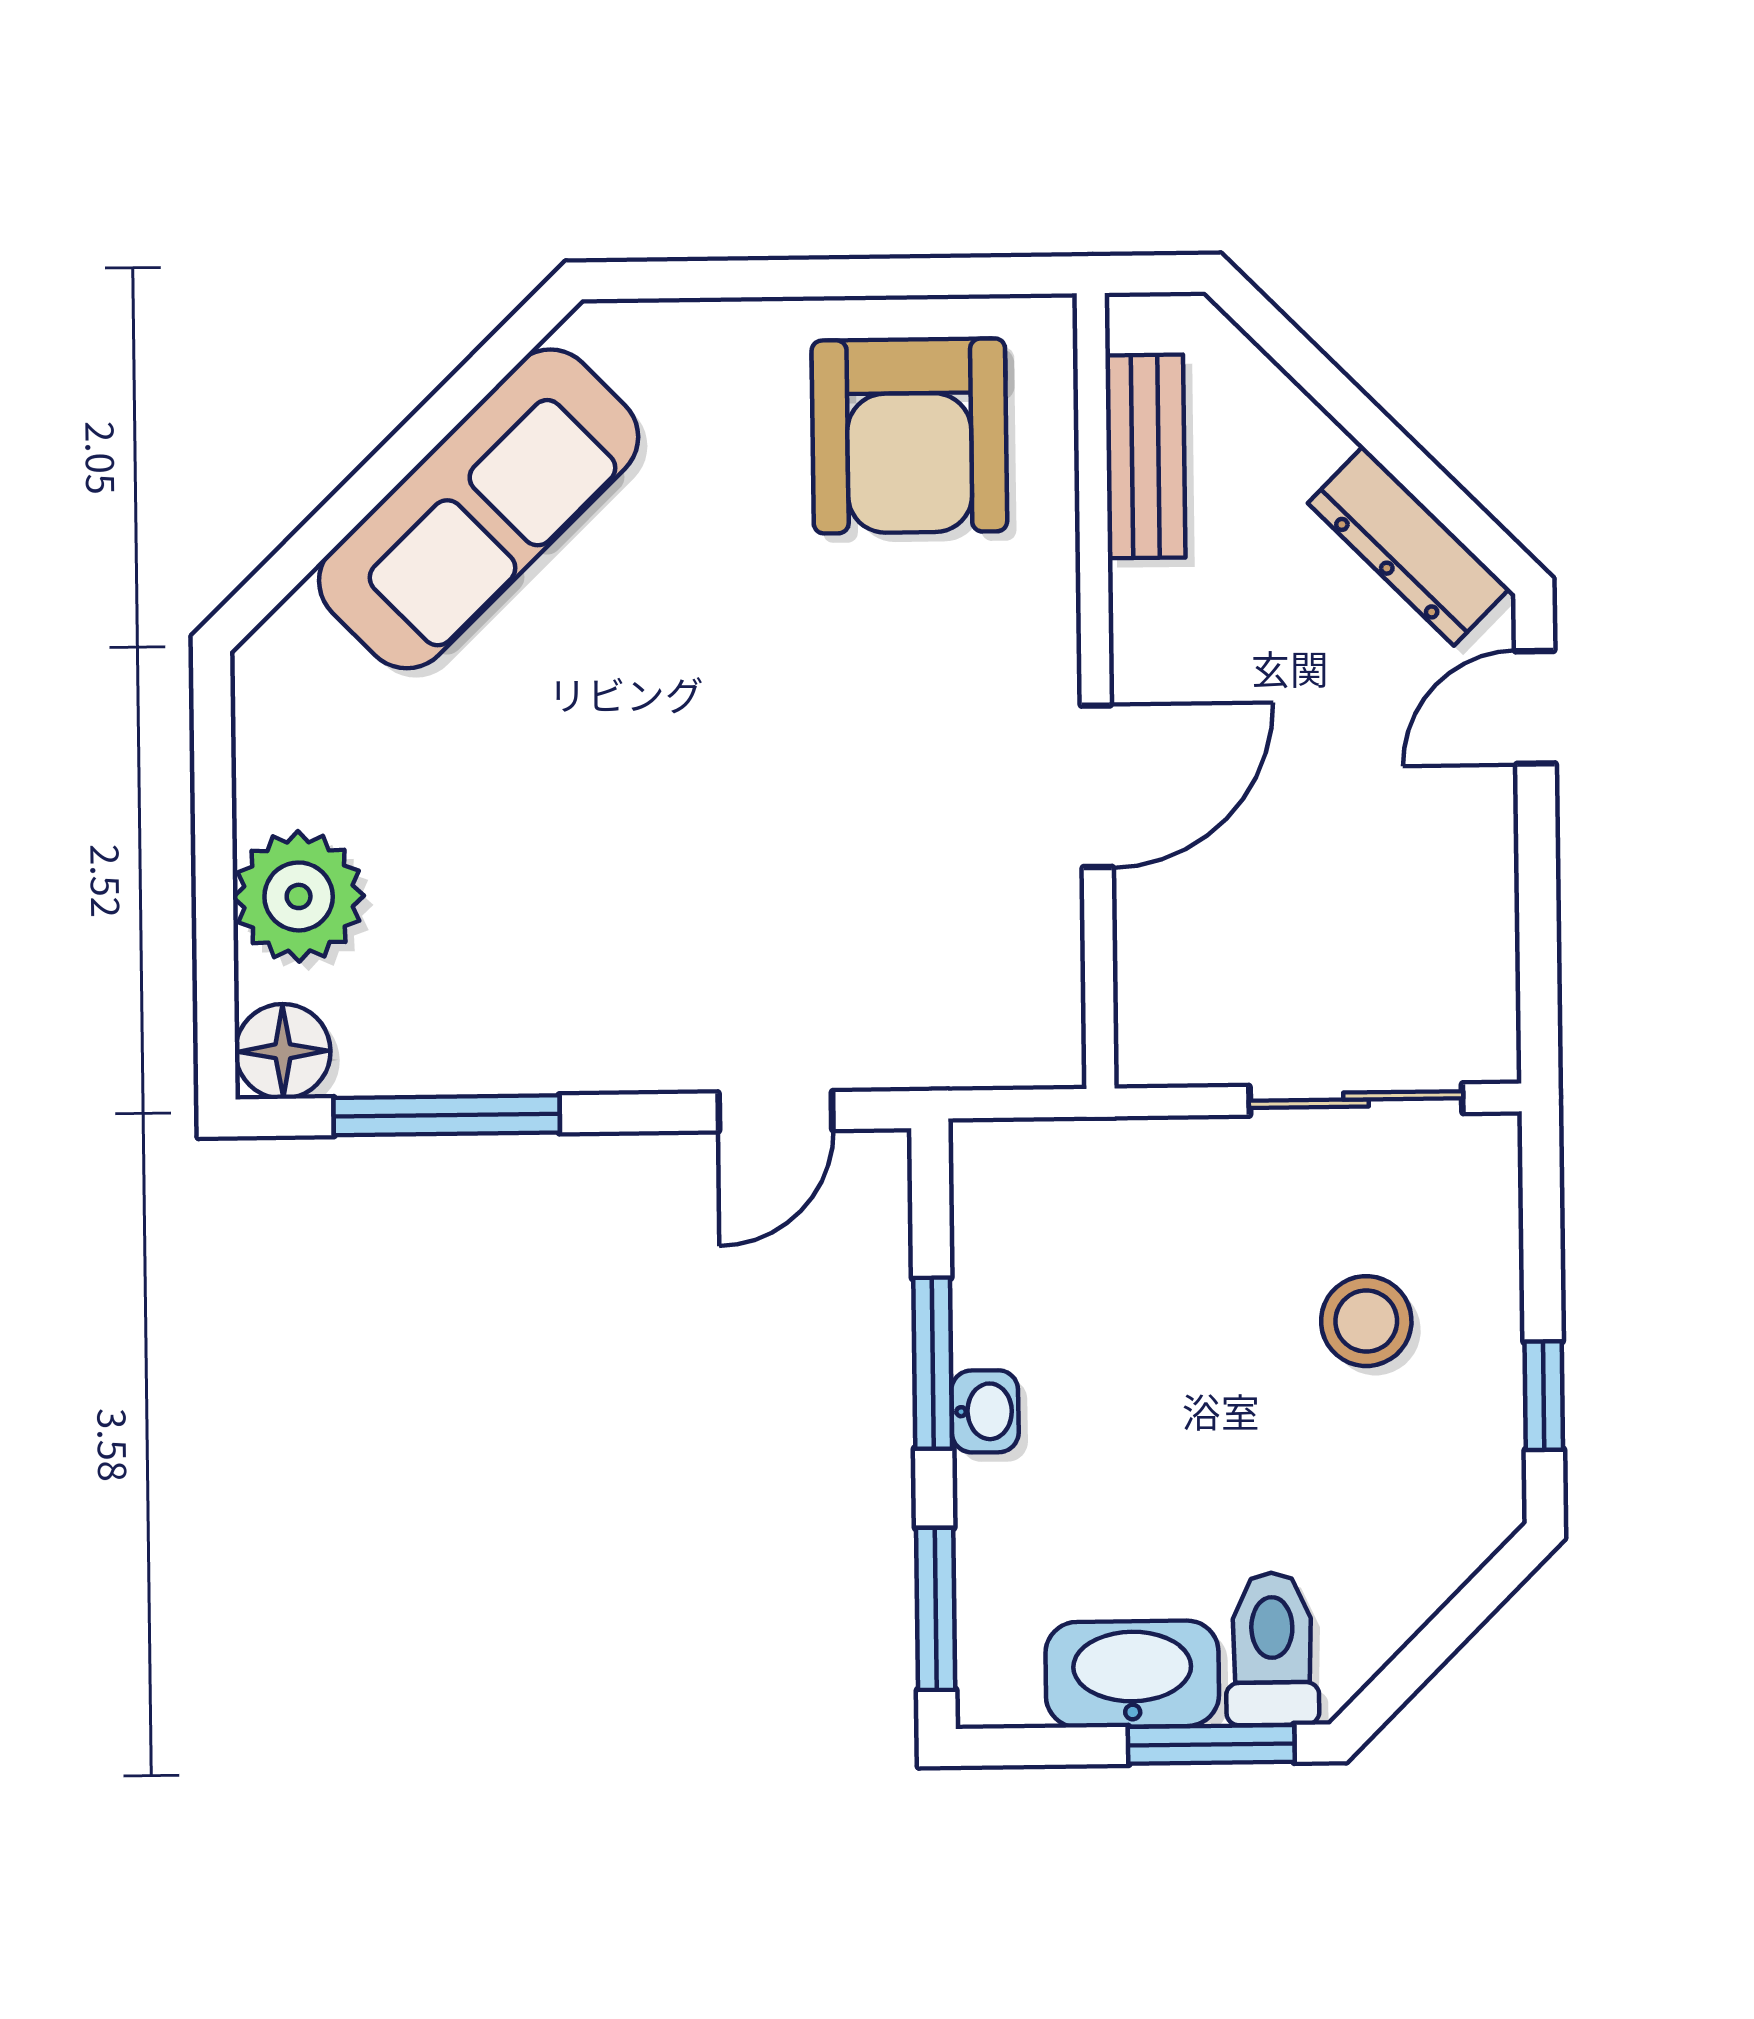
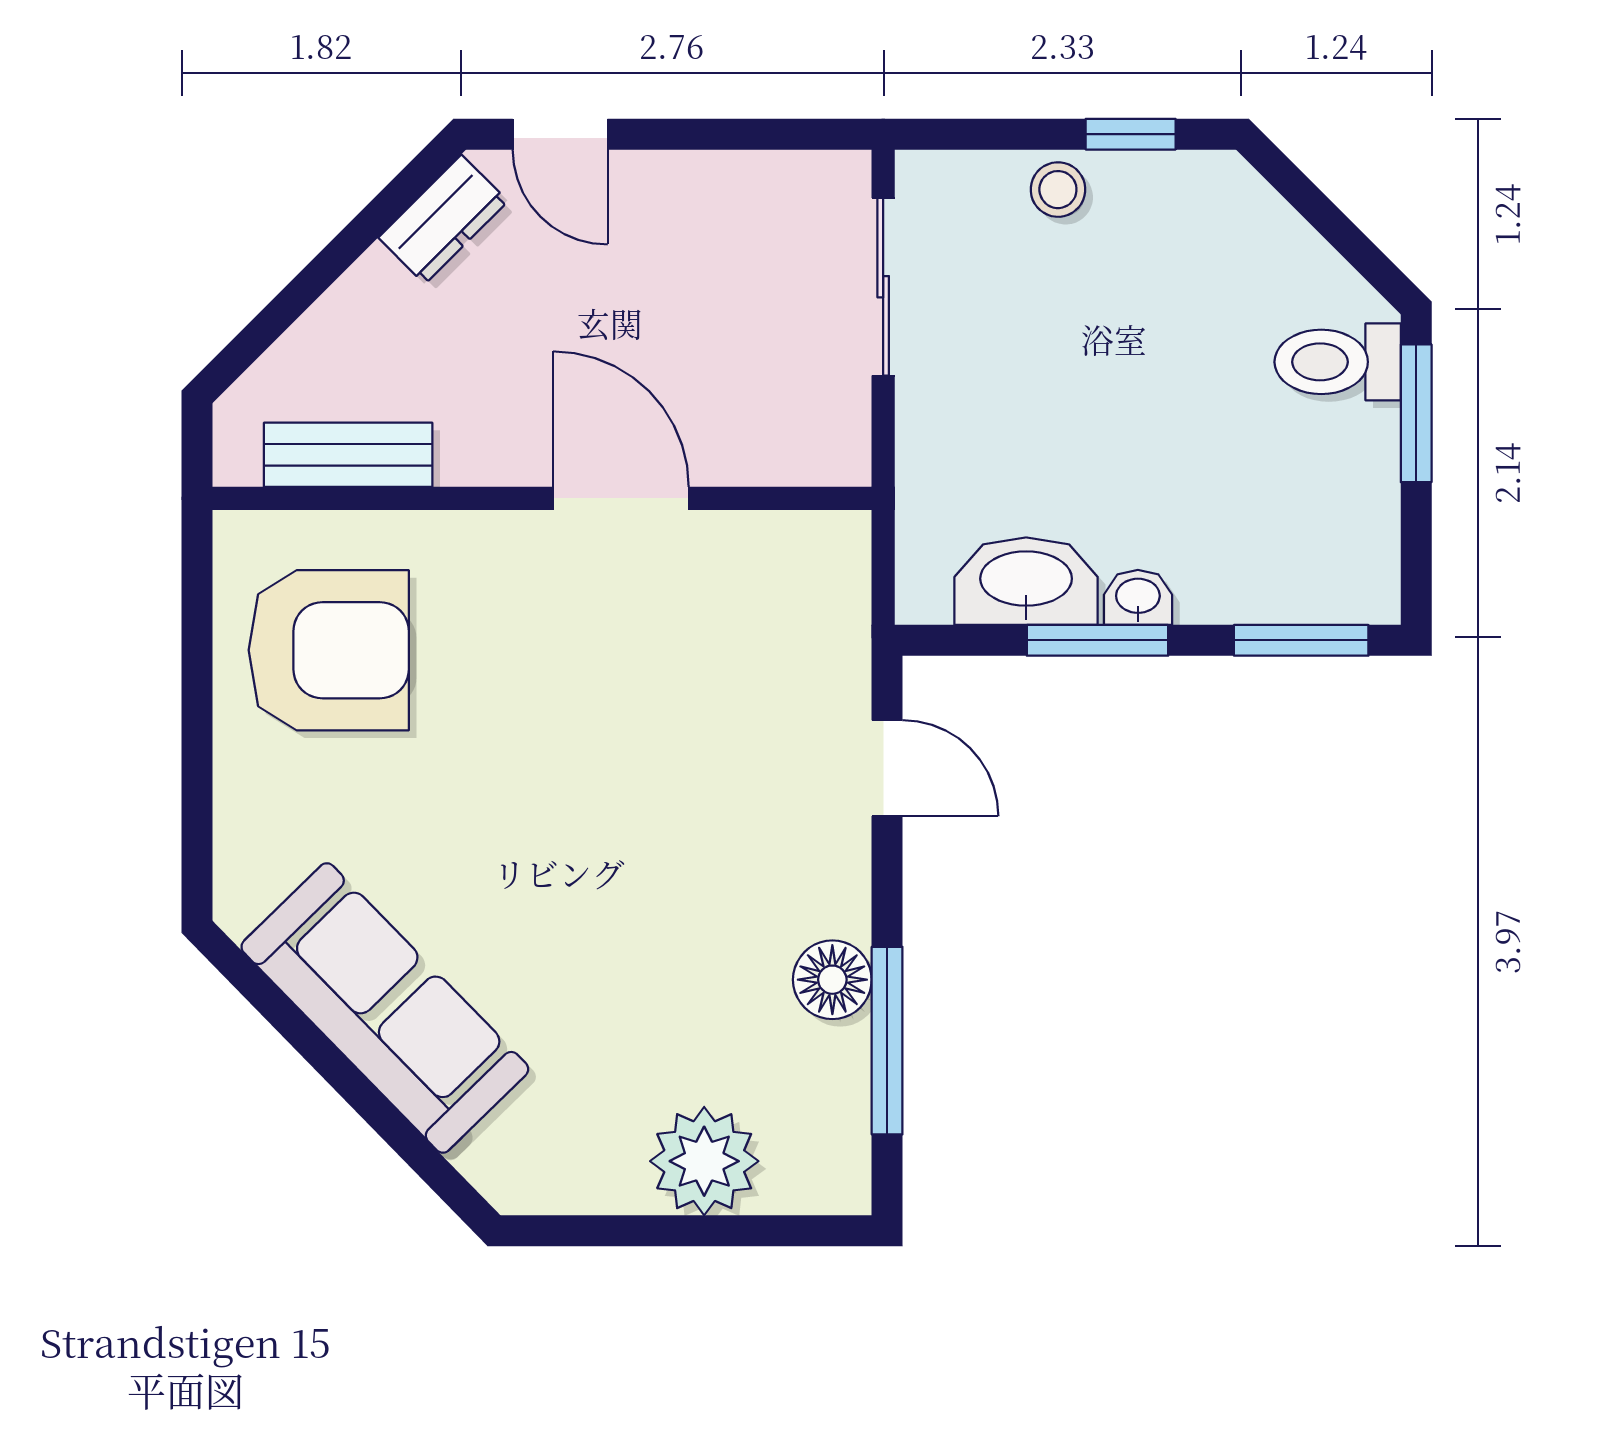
dresser: (1409, 546) -> (443, 219), width x0.70
floor lamp: (283, 1051) -> (832, 980), moved
stool: (1366, 1321) -> (1058, 190), moved, width x0.73, depth x0.73
washbasin: (1132, 1674) -> (1026, 581), moved, turned 90

